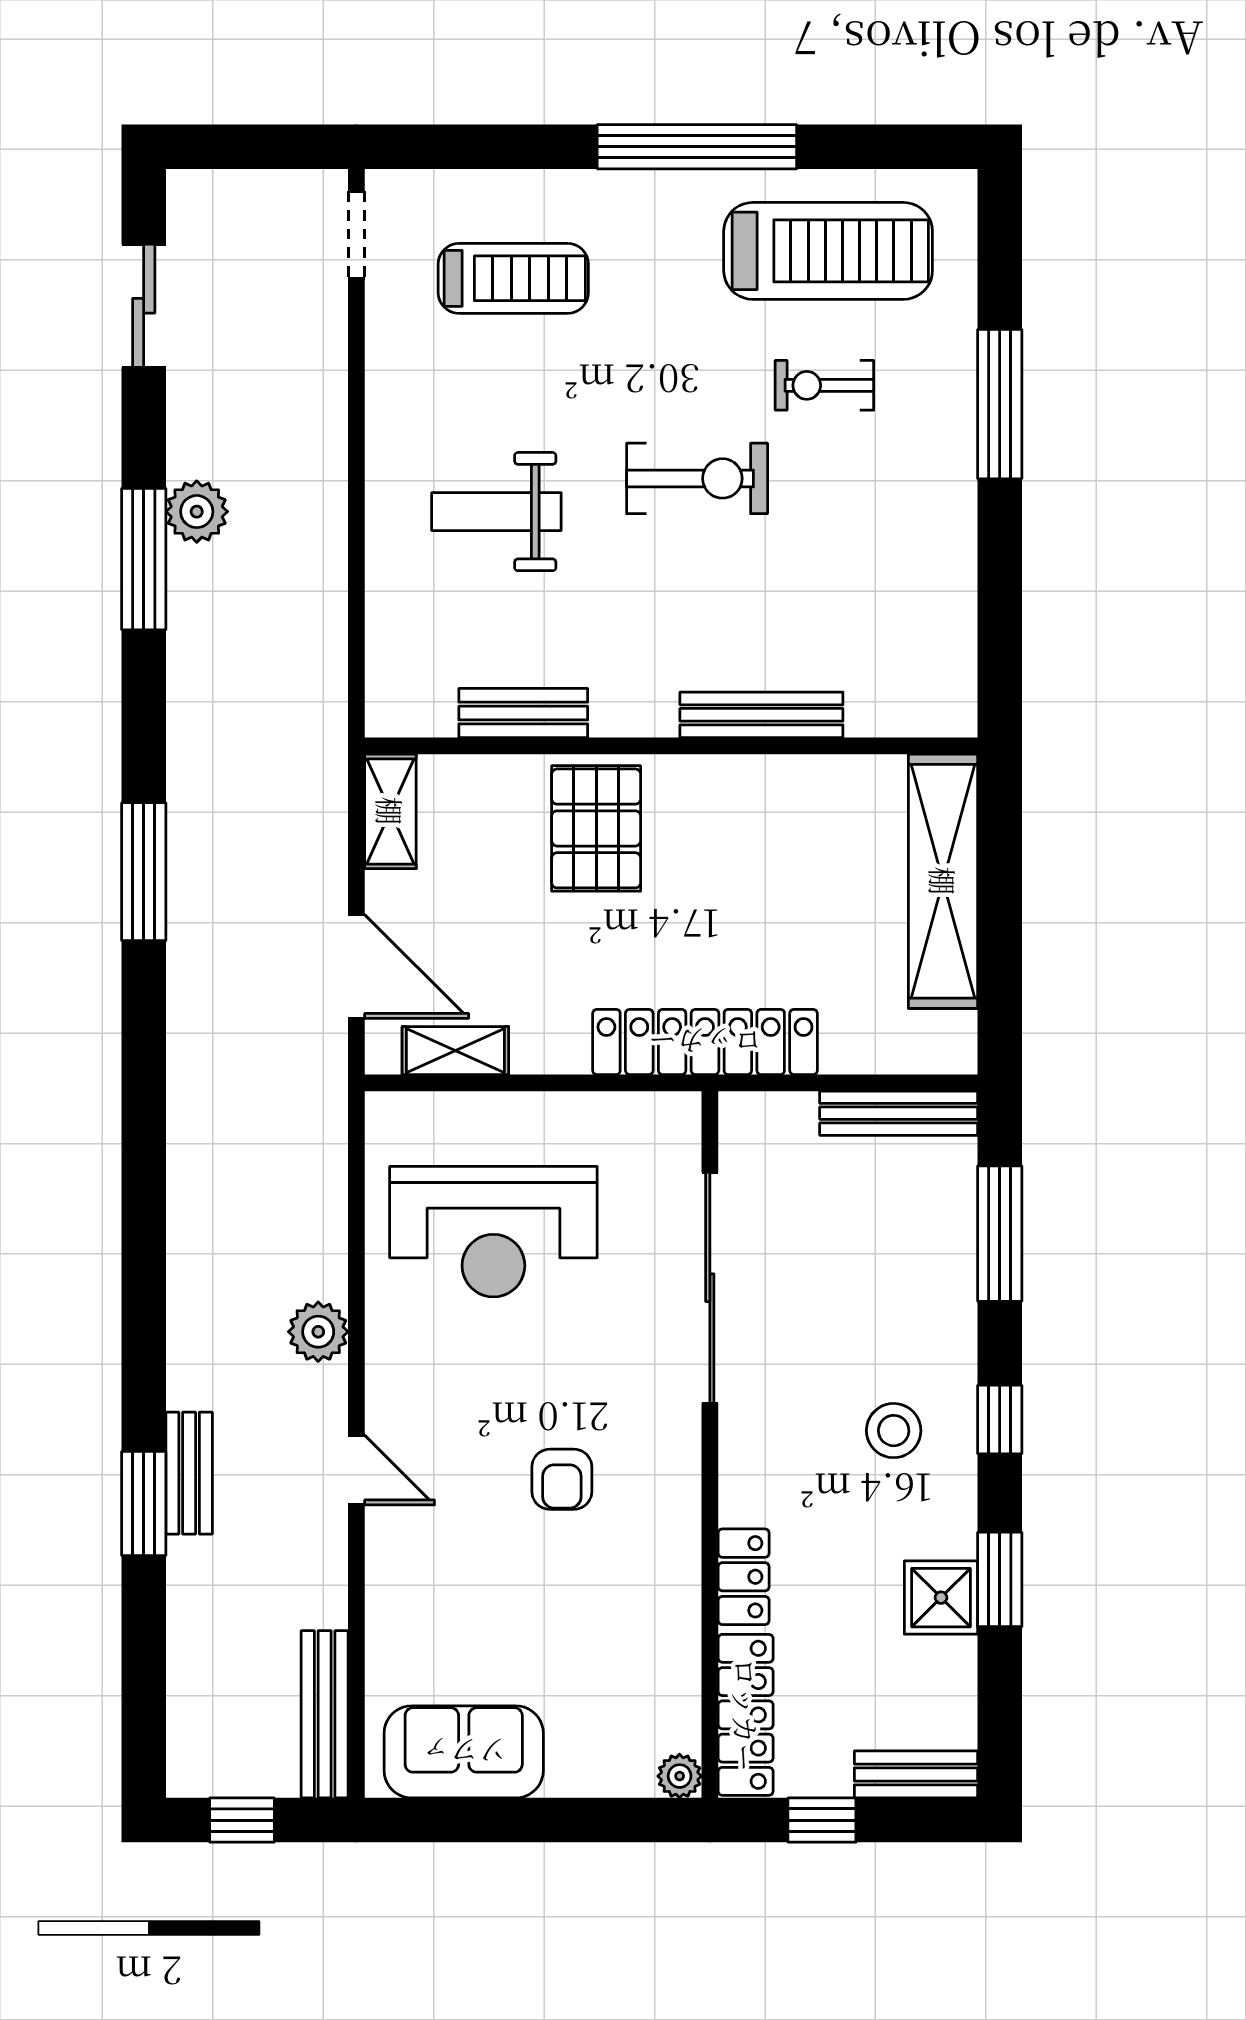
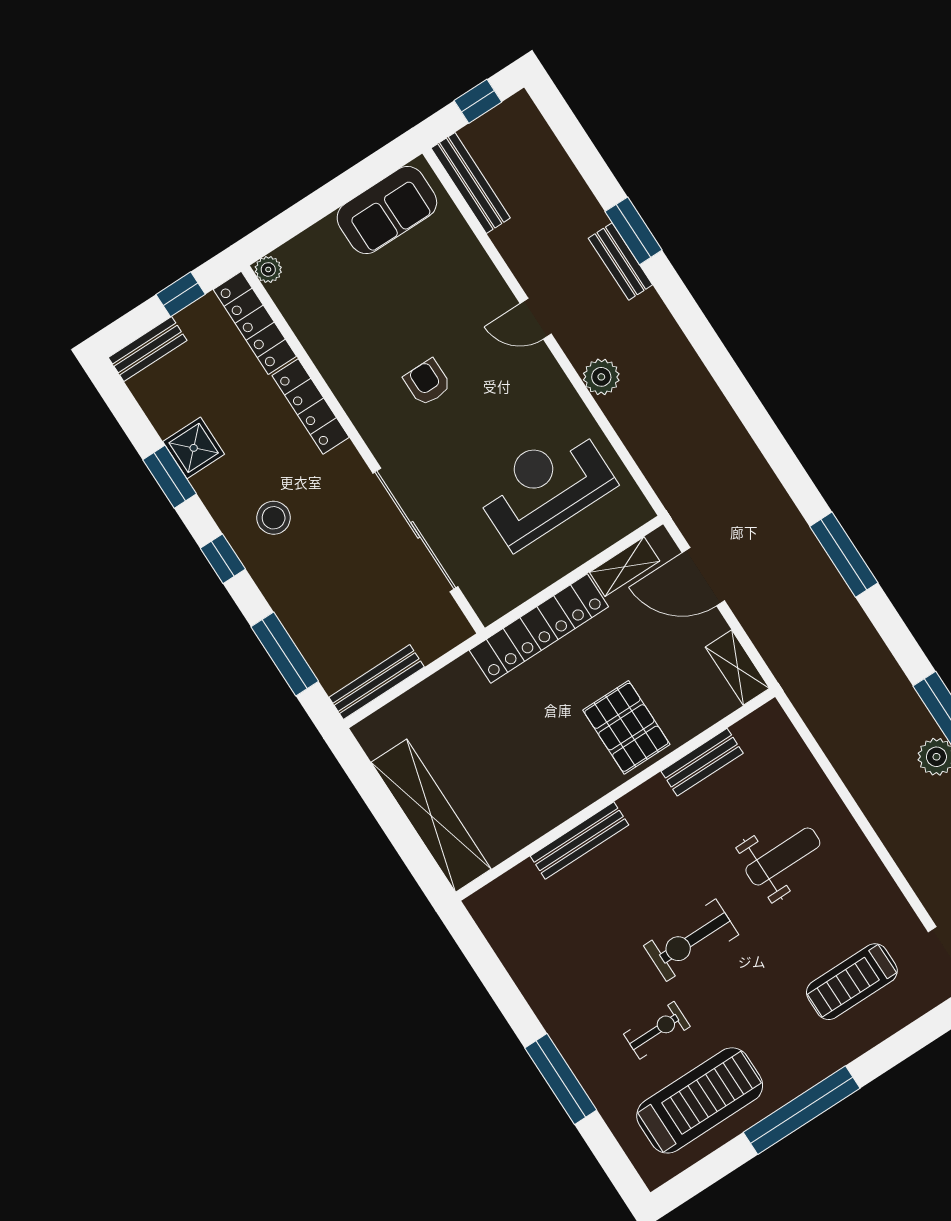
treadmill: (828, 251) -> (700, 1100), turned 180
locker: (705, 1042) -> (539, 628), moved
locker: (744, 1577) -> (311, 406), width x1.53

